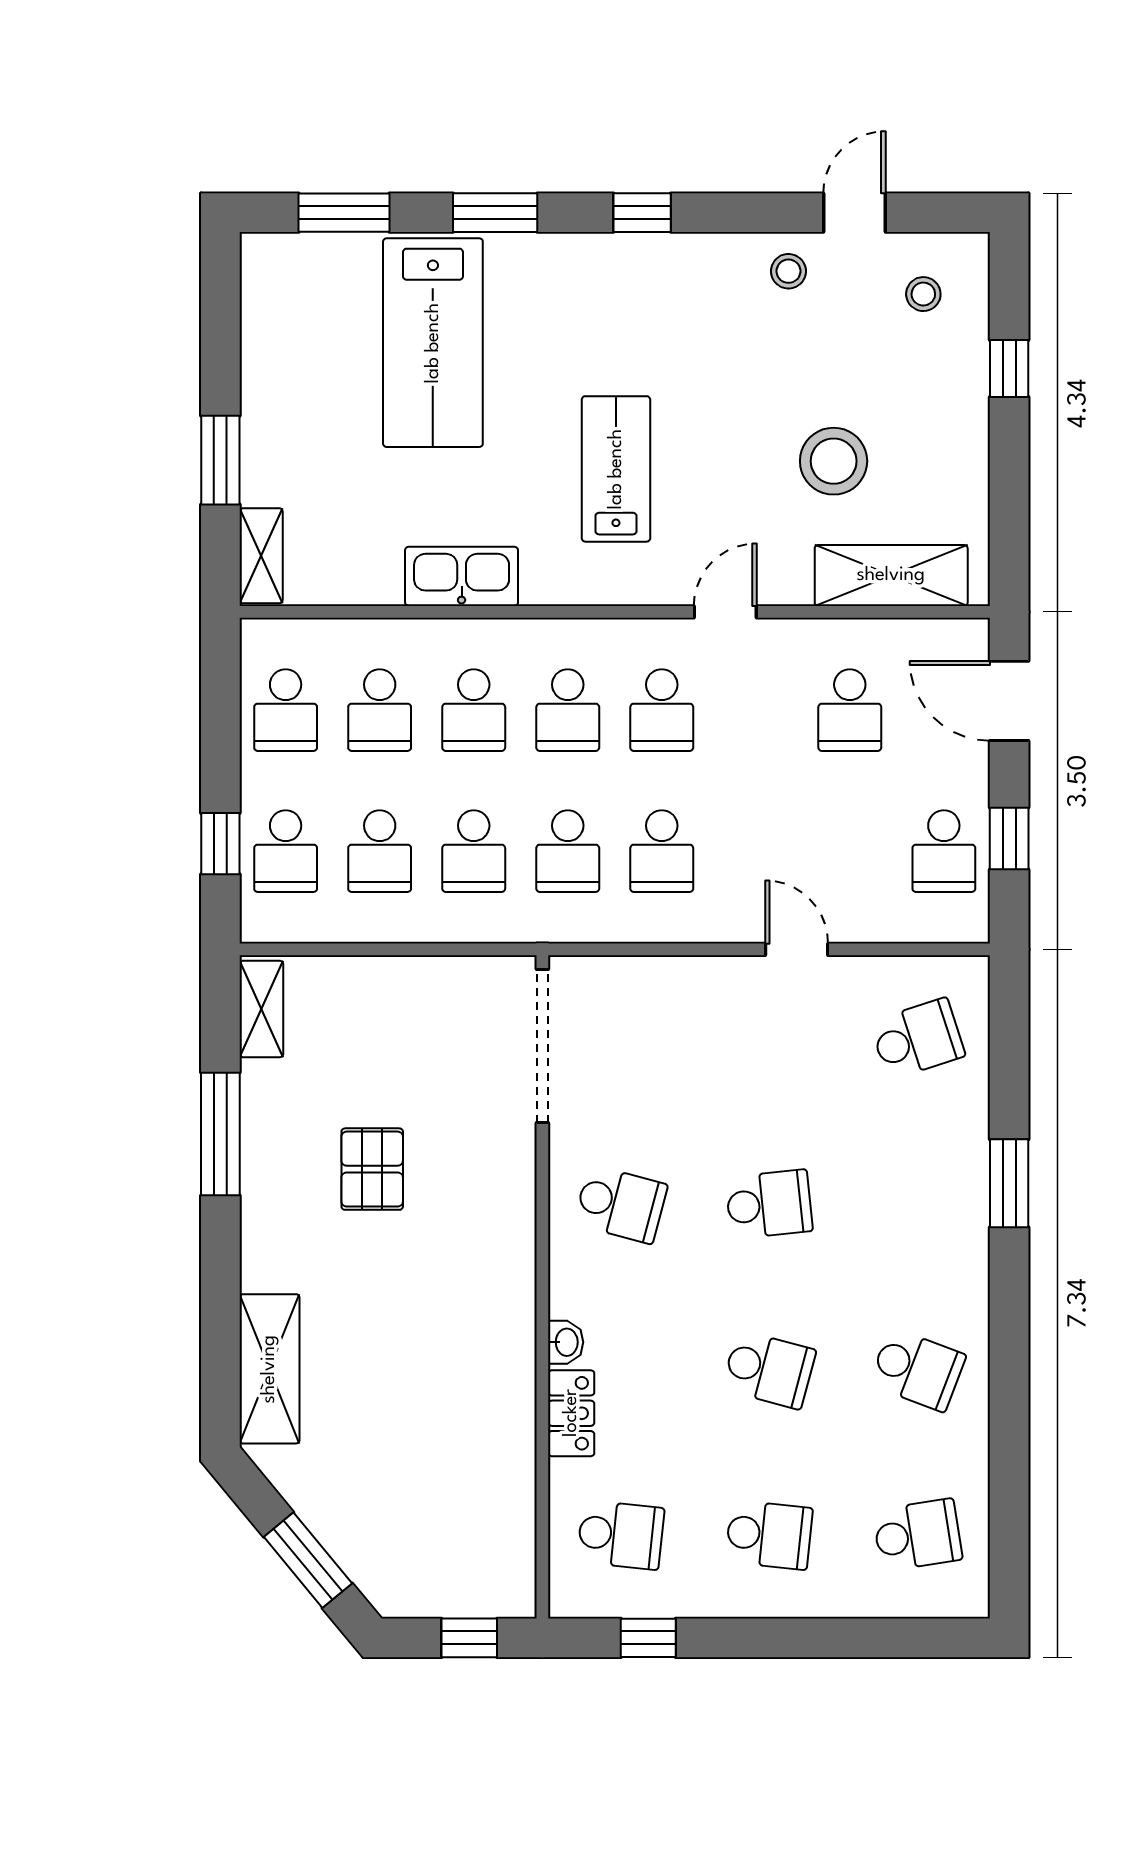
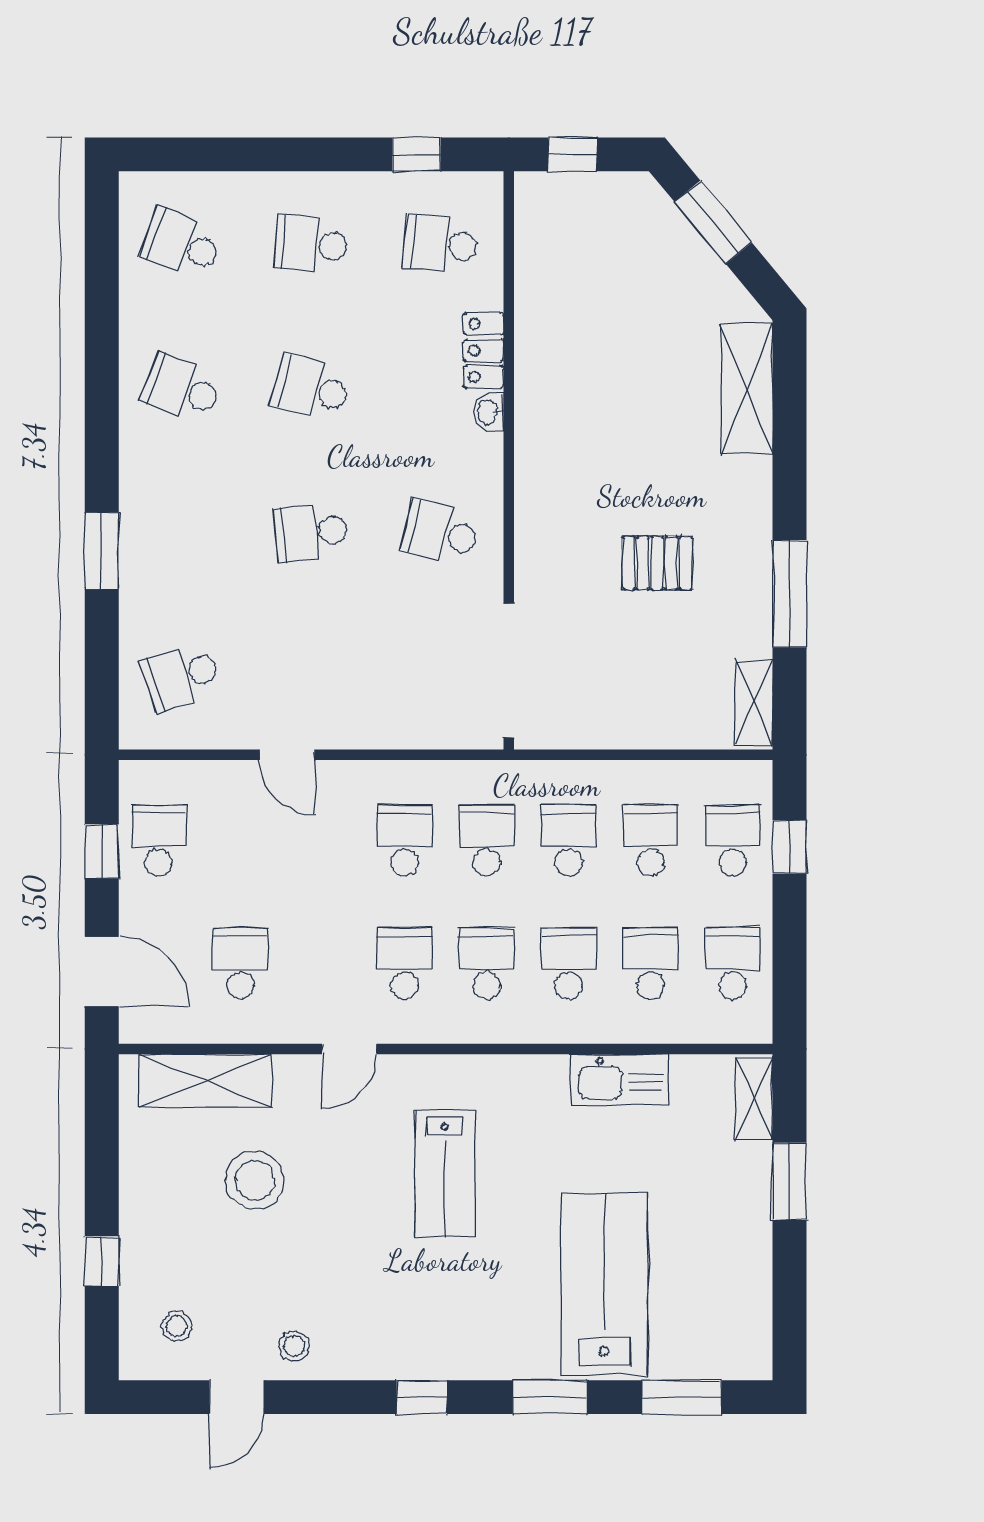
kitchen sink: (462, 576) -> (620, 1080), moved
pallet: (372, 1169) -> (657, 563), turned 90
school desk: (917, 1535) -> (182, 244), turned 30

